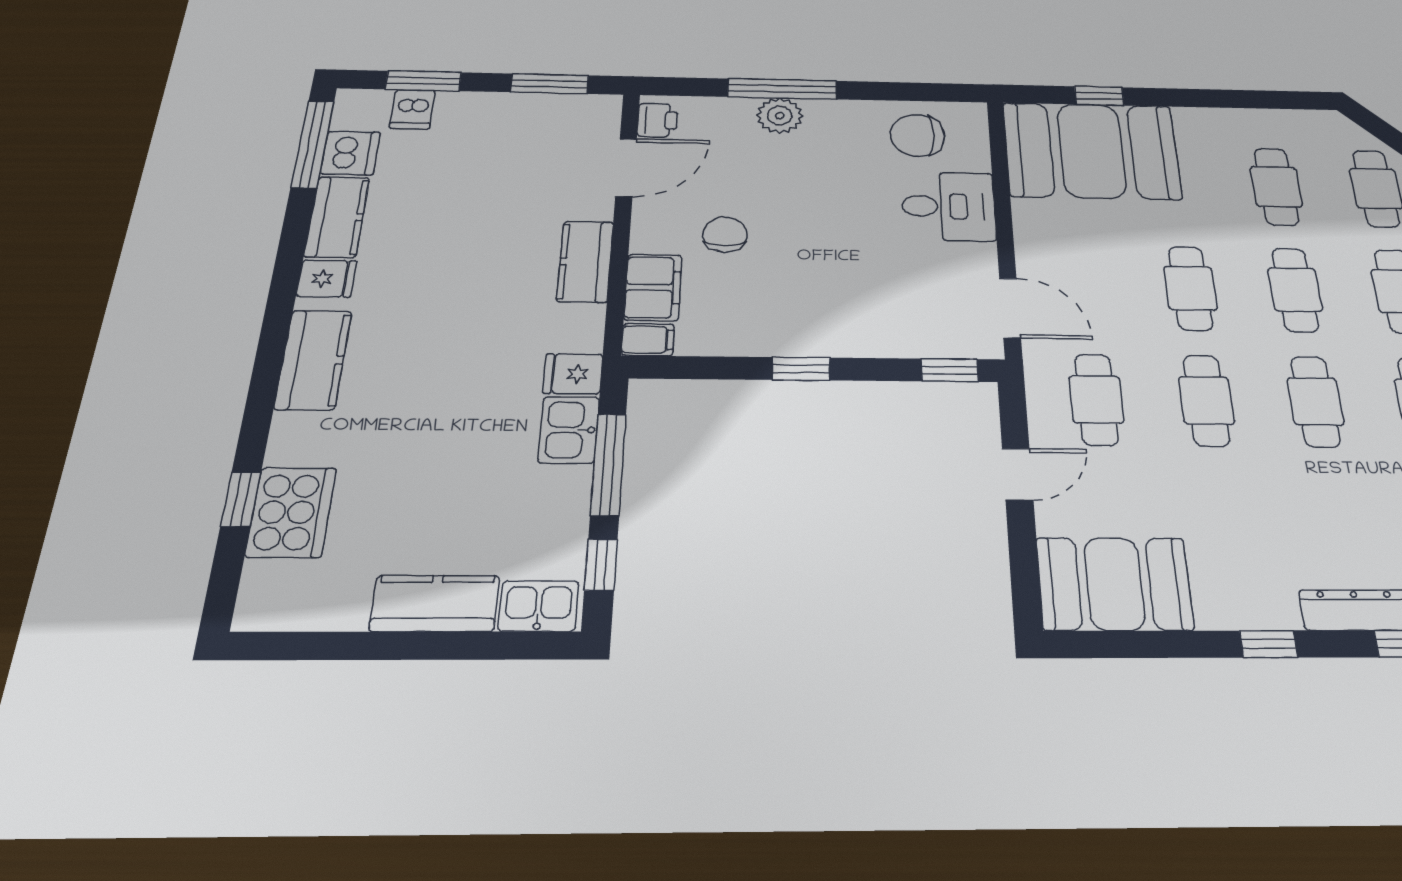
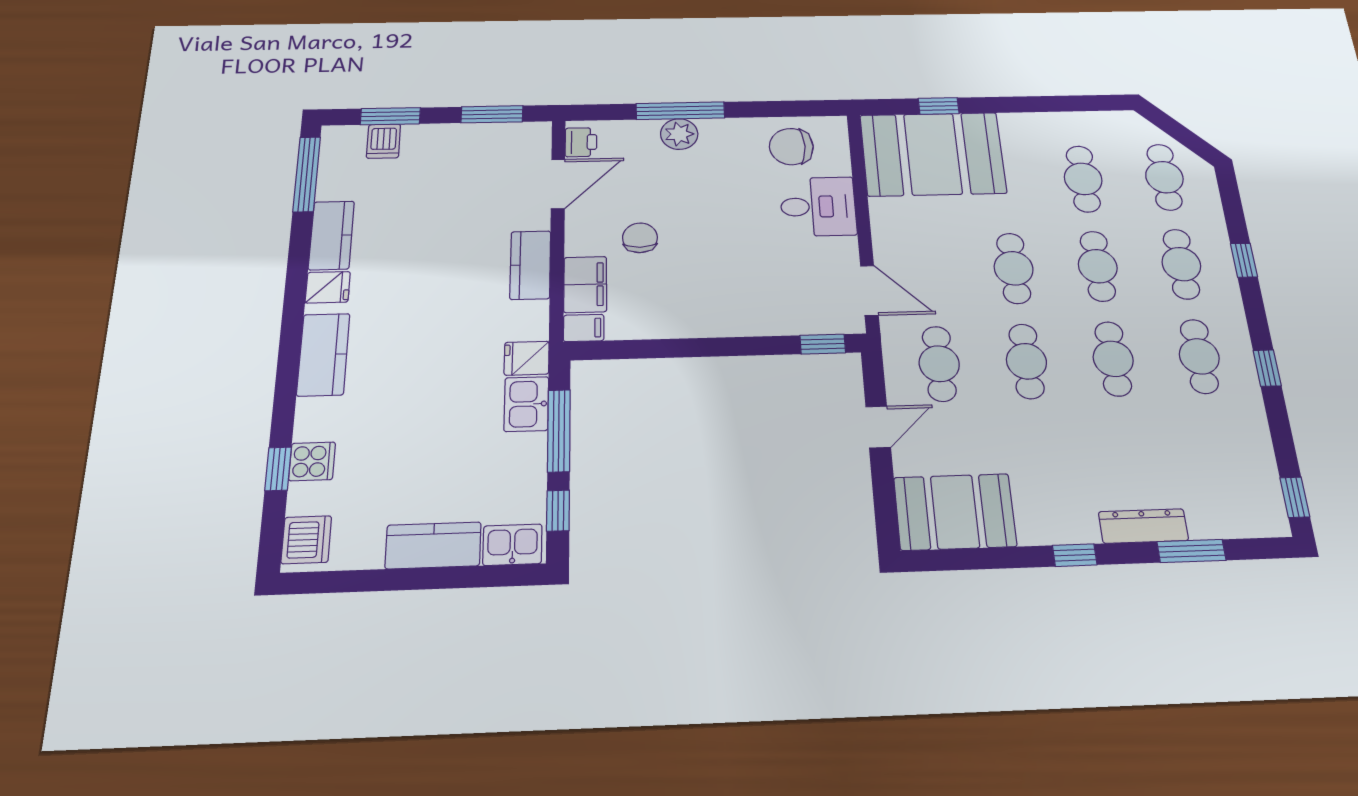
dishwasher: (350, 153) -> (306, 540), moved
window: (801, 369) -> (705, 347), removed
cooker: (291, 512) -> (312, 461), width x0.53, depth x0.76

